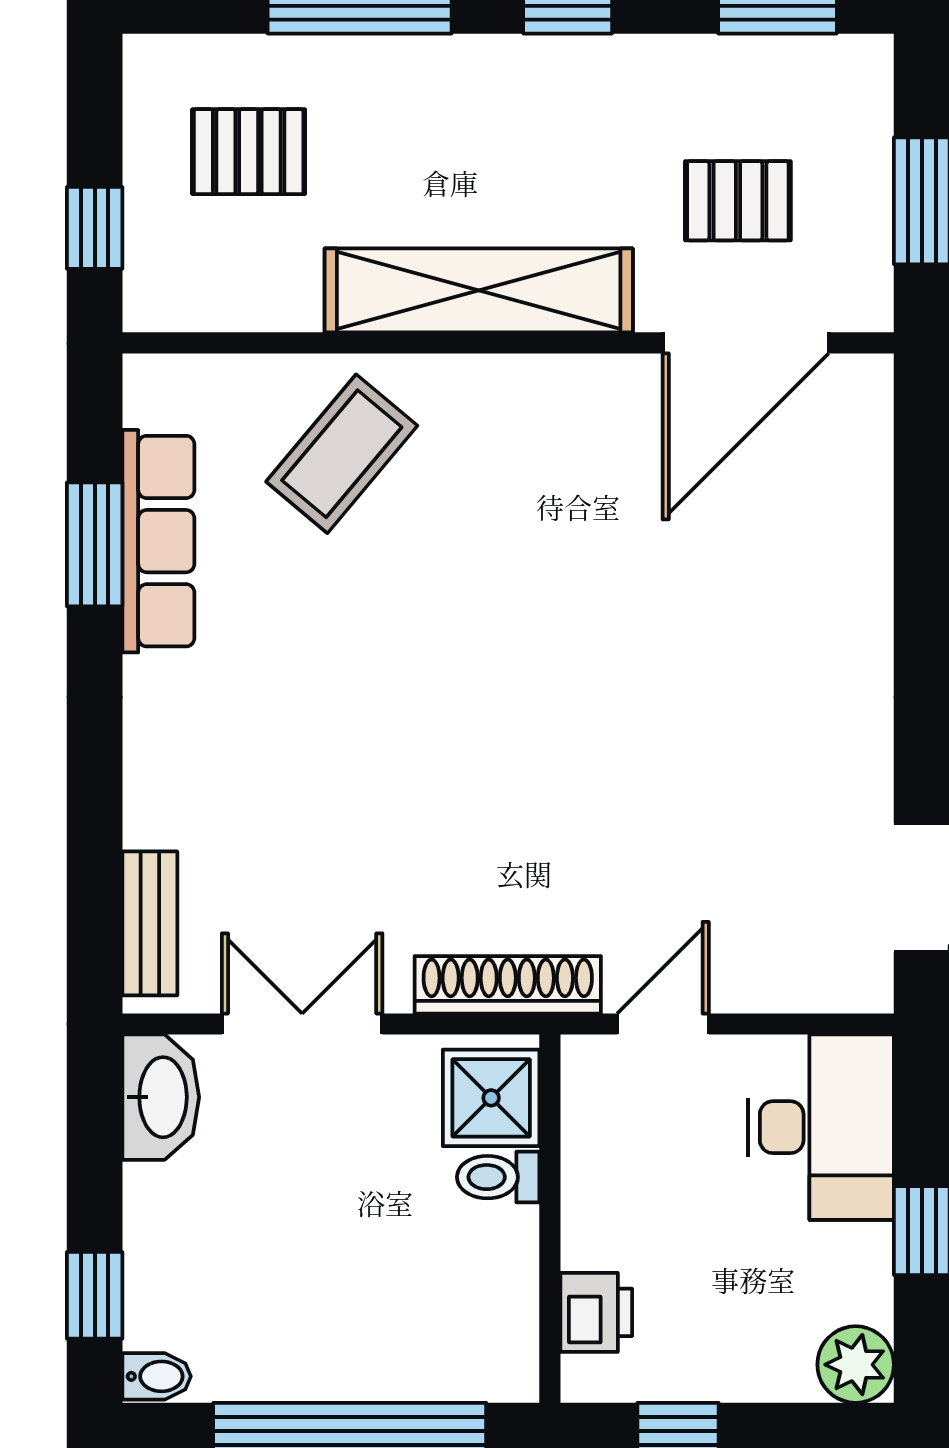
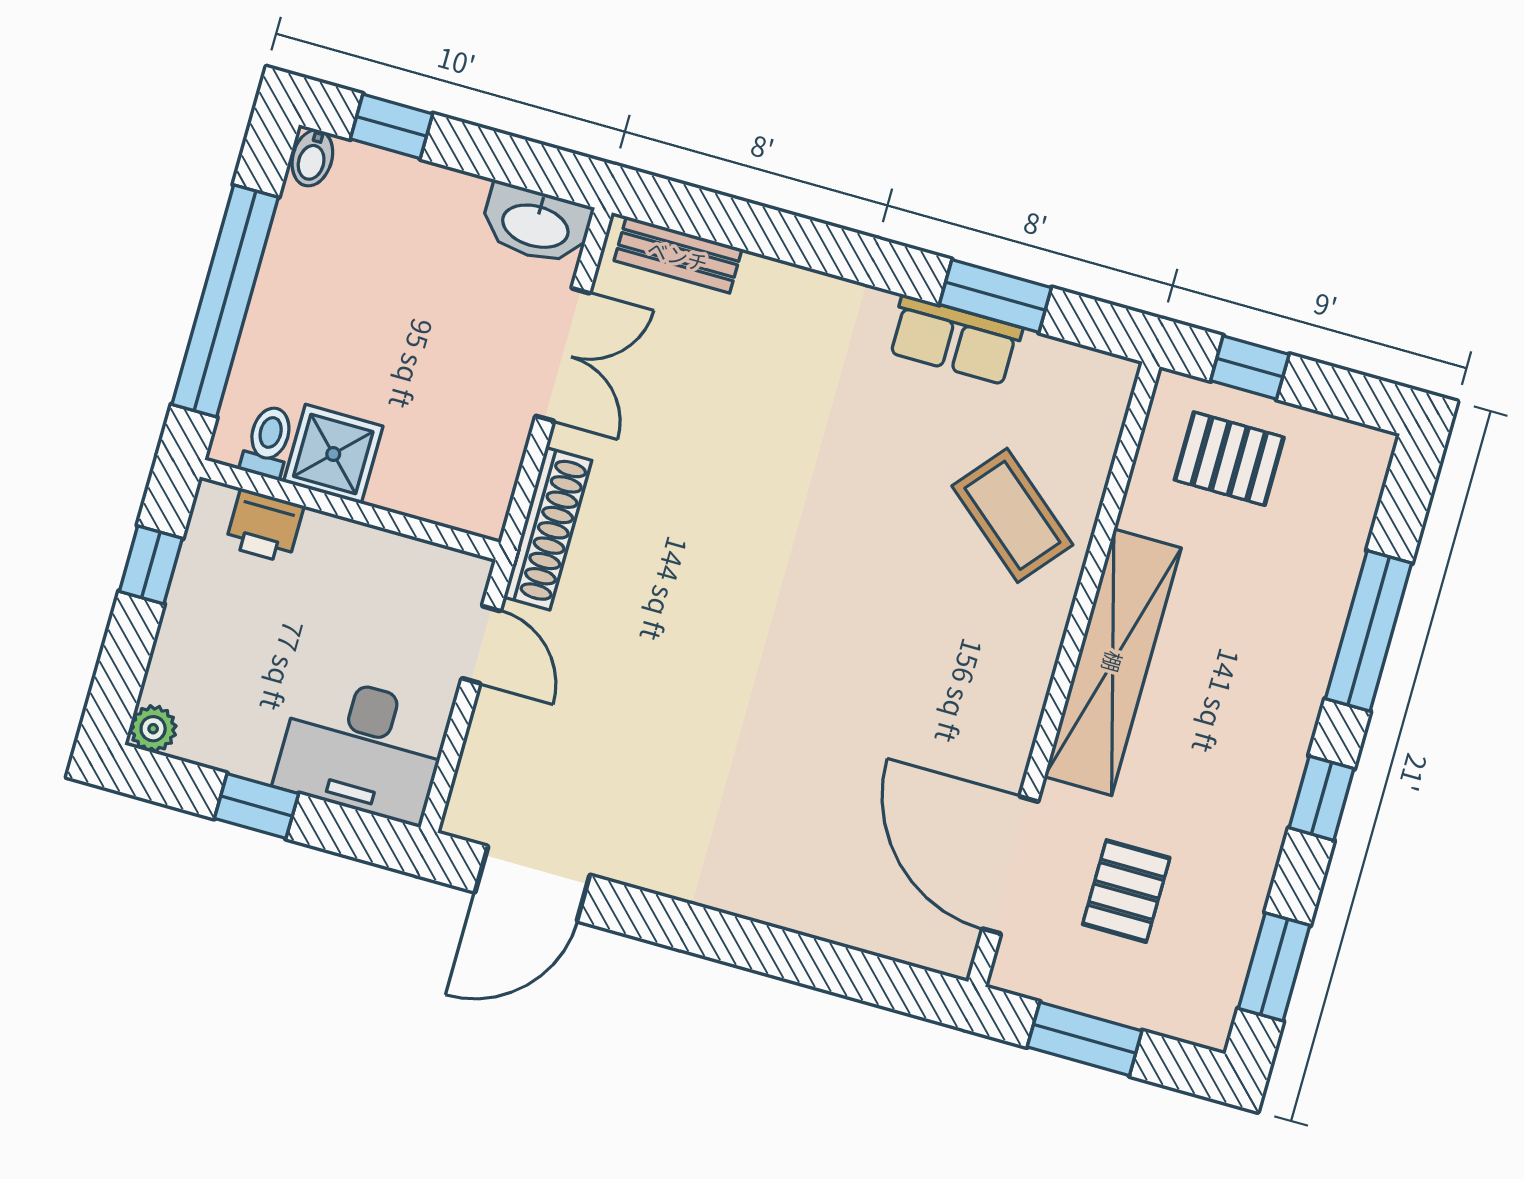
pallet: (249, 152) -> (1229, 459), moved, turned 90
row of seats: (158, 541) -> (955, 340), width x0.68
shower: (491, 1098) -> (333, 454), moved
toilet: (498, 1177) -> (268, 442), moved
plant: (856, 1365) -> (153, 729), width x0.73, depth x0.73

